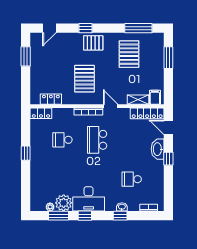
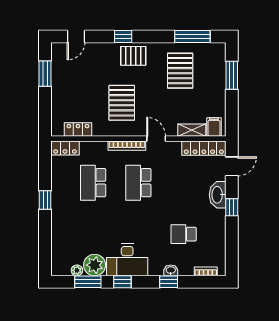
door: (168, 127) -> (232, 166), swing flipped
school desk: (62, 140) -> (93, 183), width x1.85

